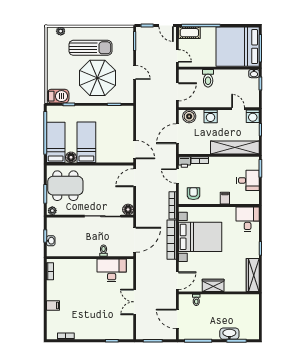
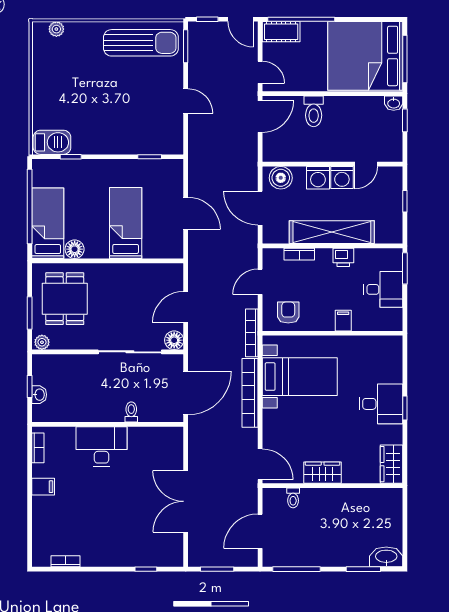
sun lounger: (90, 48) -> (141, 43), moved
parasol: (97, 78) -> (121, 111), removed
door: (177, 92) -> (260, 117), moved
door: (238, 109) -> (366, 164), swing flipped
washing machine: (253, 116) -> (342, 178), moved
door: (177, 134) -> (260, 208), hinge flipped
bed: (86, 142) -> (126, 223), moved
shelving: (235, 148) -> (332, 232), moved
door: (135, 150) -> (186, 213), moved
printer: (184, 162) -> (343, 257), moved
door: (177, 176) -> (260, 282), hinge flipped
door: (135, 178) -> (186, 307), moved
dining table: (65, 186) -> (65, 299), width x0.73
desk: (248, 219) -> (381, 404), moved, turned 90
bed with nightstands: (200, 237) -> (300, 377), width x0.73
desk: (112, 270) -> (102, 446), moved
wardrobe: (253, 275) -> (392, 464), width x0.67
door: (177, 281) -> (260, 464), hinge flipped
double door: (135, 302) -> (186, 501), width x1.37
filing cabinet: (53, 306) -> (43, 487), moved
door: (177, 319) -> (260, 531), hinge flipped
washbasin: (229, 334) -> (386, 557), moved

